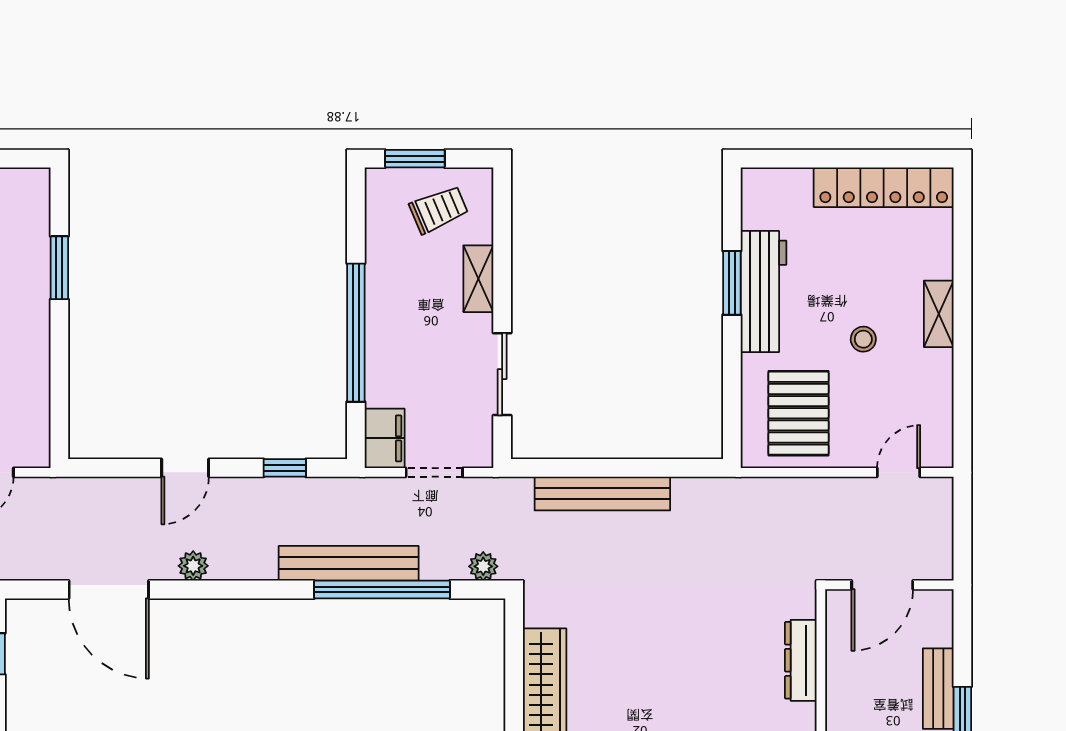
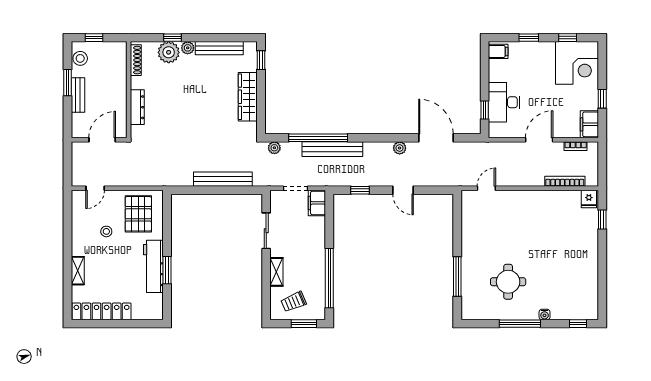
window: (59, 268) -> (457, 277), width x1.44
shelving: (939, 314) -> (78, 271), moved
window: (356, 333) -> (329, 278), moved
stool: (863, 339) -> (106, 231), moved
door: (185, 468) -> (403, 190), swing flipped

